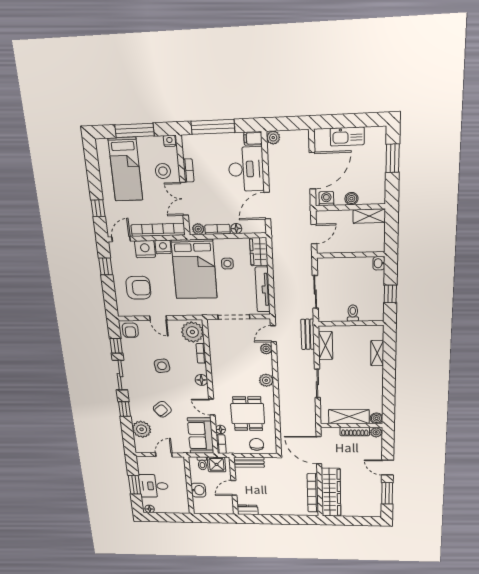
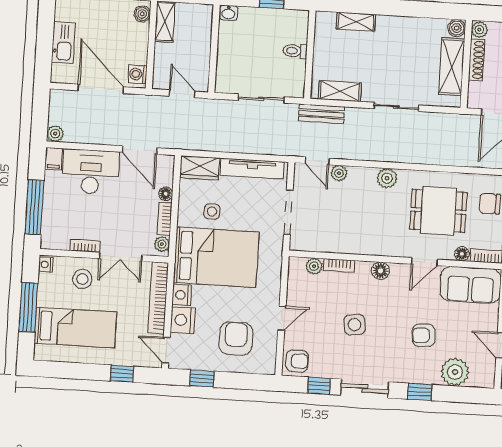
boiler: (351, 199) -> (142, 14), moved
plant: (192, 332) -> (314, 266), width x0.53, depth x0.53
armchair: (162, 409) -> (424, 335), turned 123

